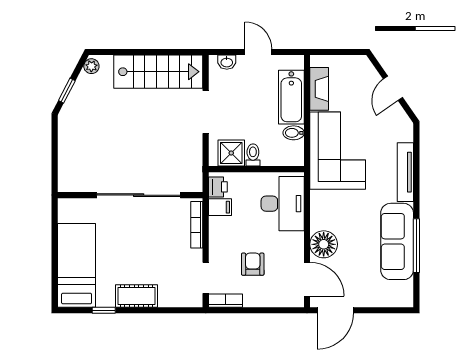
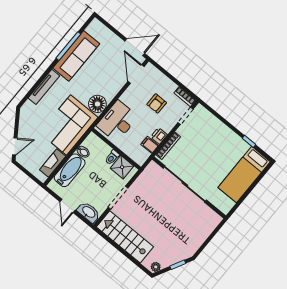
washbasin: (227, 62) -> (89, 212), width x1.91, depth x1.45
door: (393, 88) -> (15, 146), moved
printer: (218, 187) -> (159, 136), moved
floor lamp: (324, 244) -> (97, 104), moved
cot: (137, 296) -> (227, 135), removed

